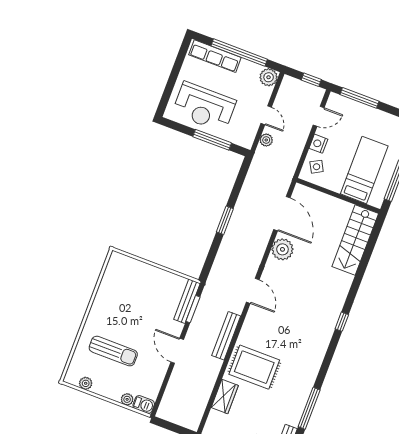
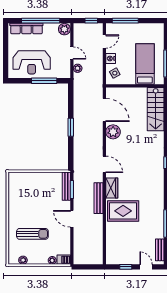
wardrobe: (225, 396) -> (112, 188), moved

